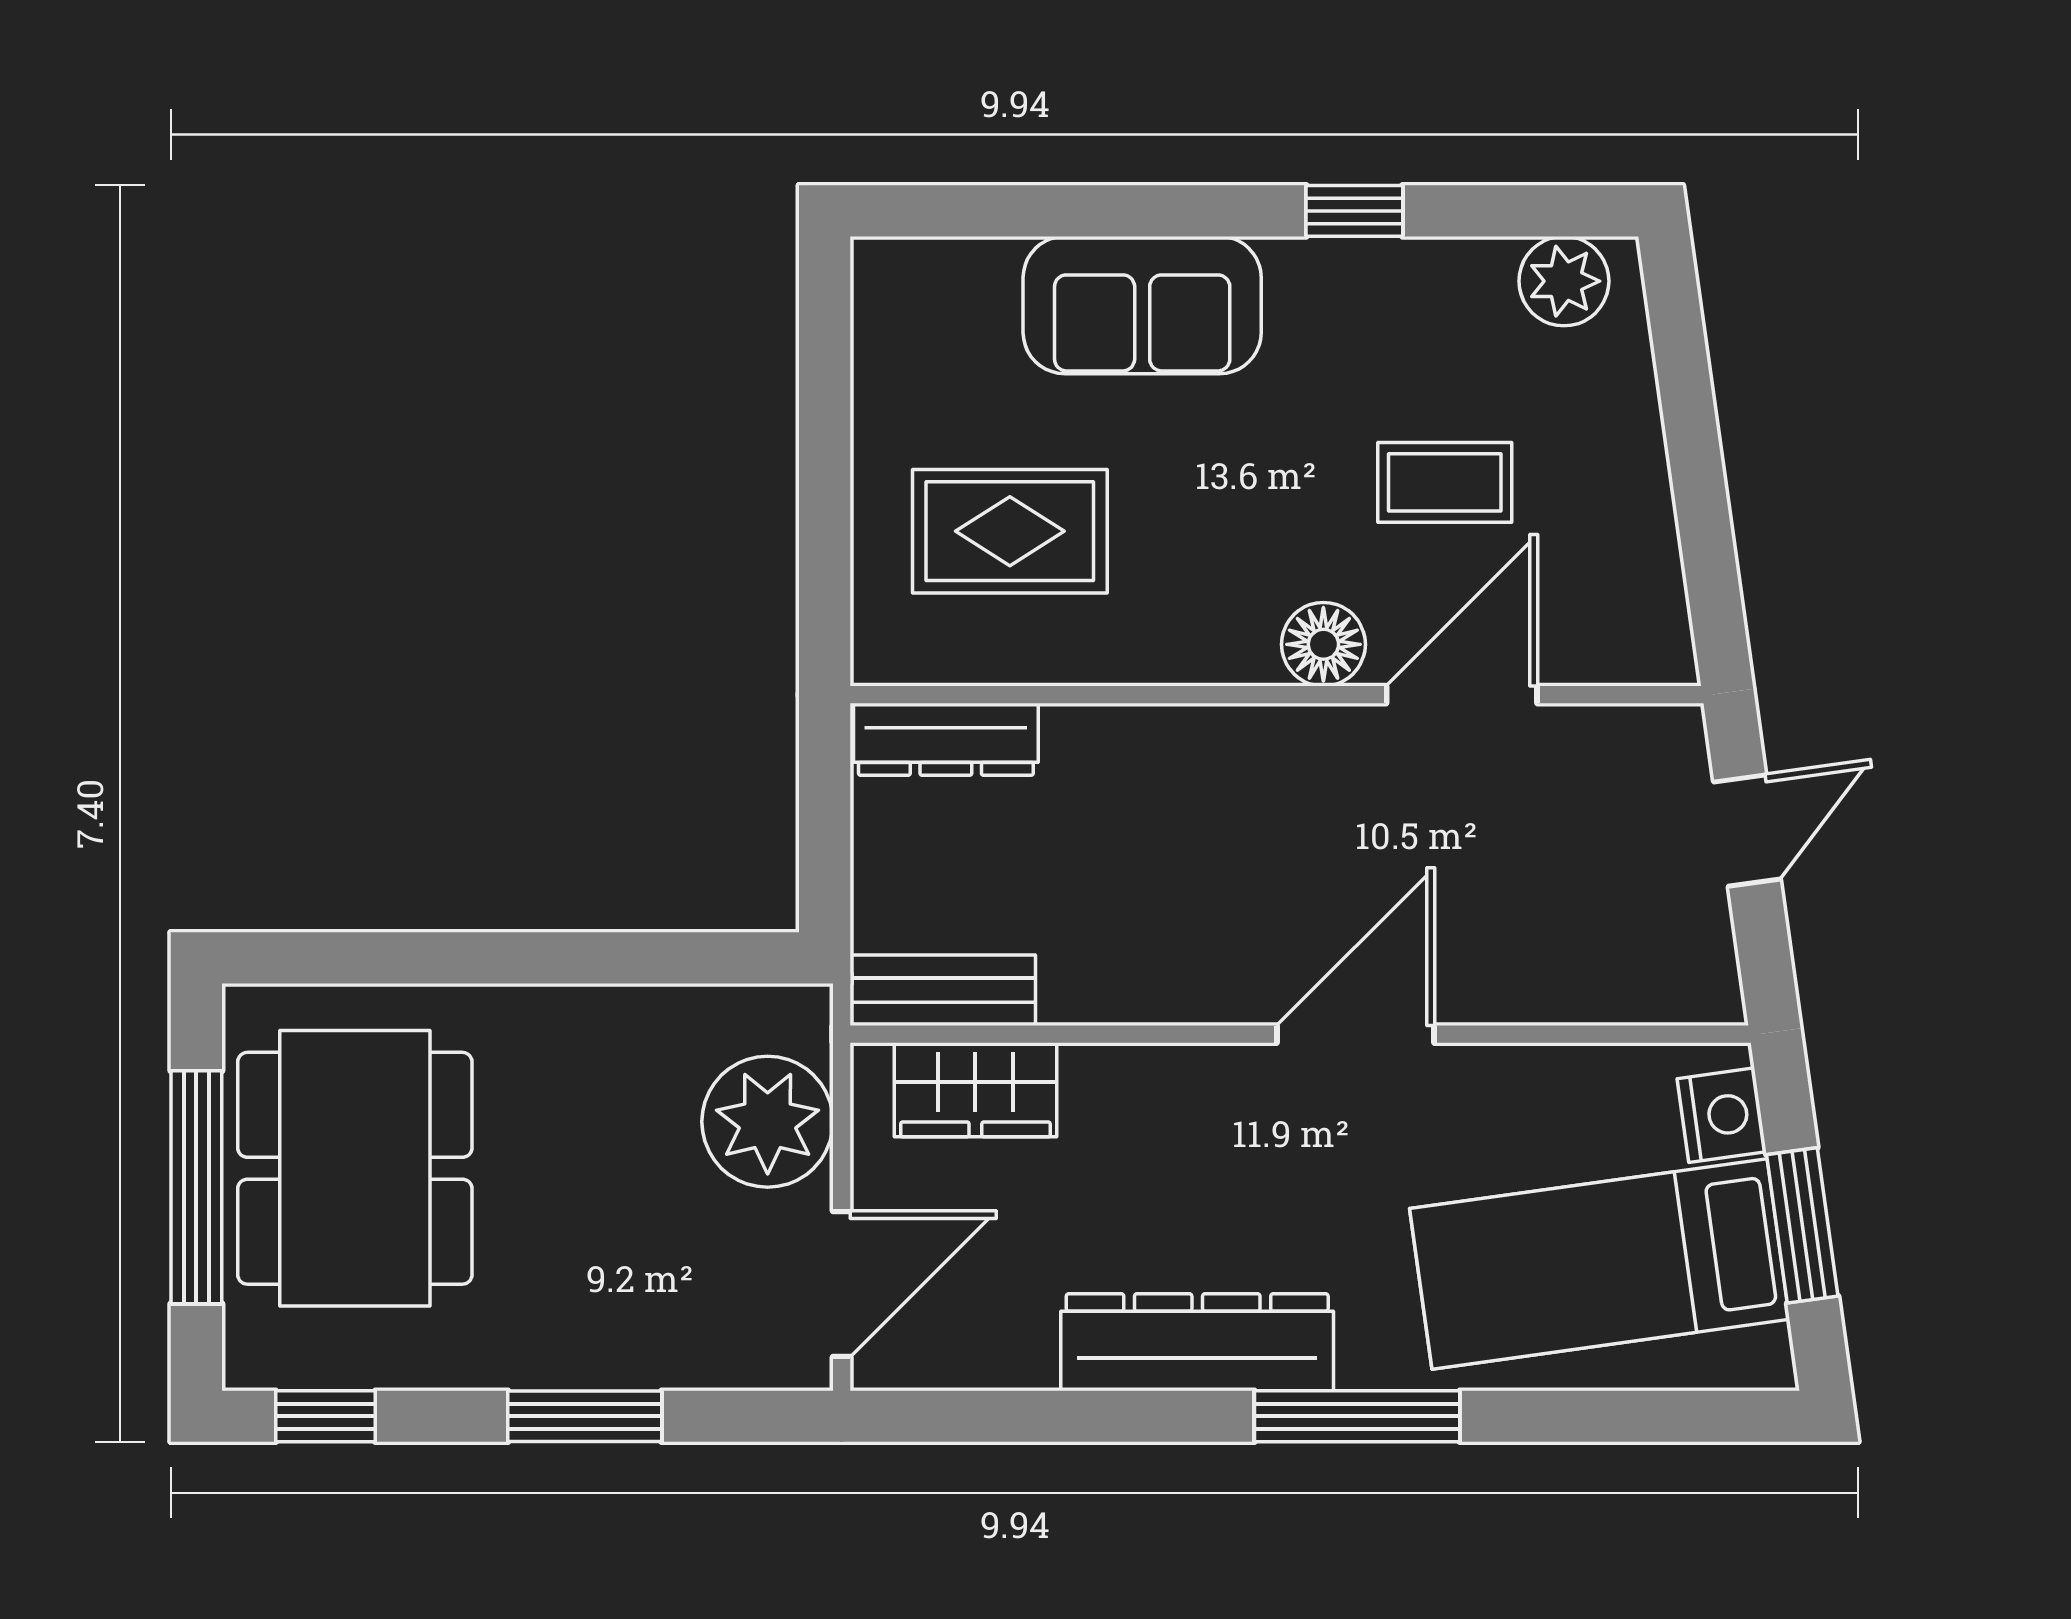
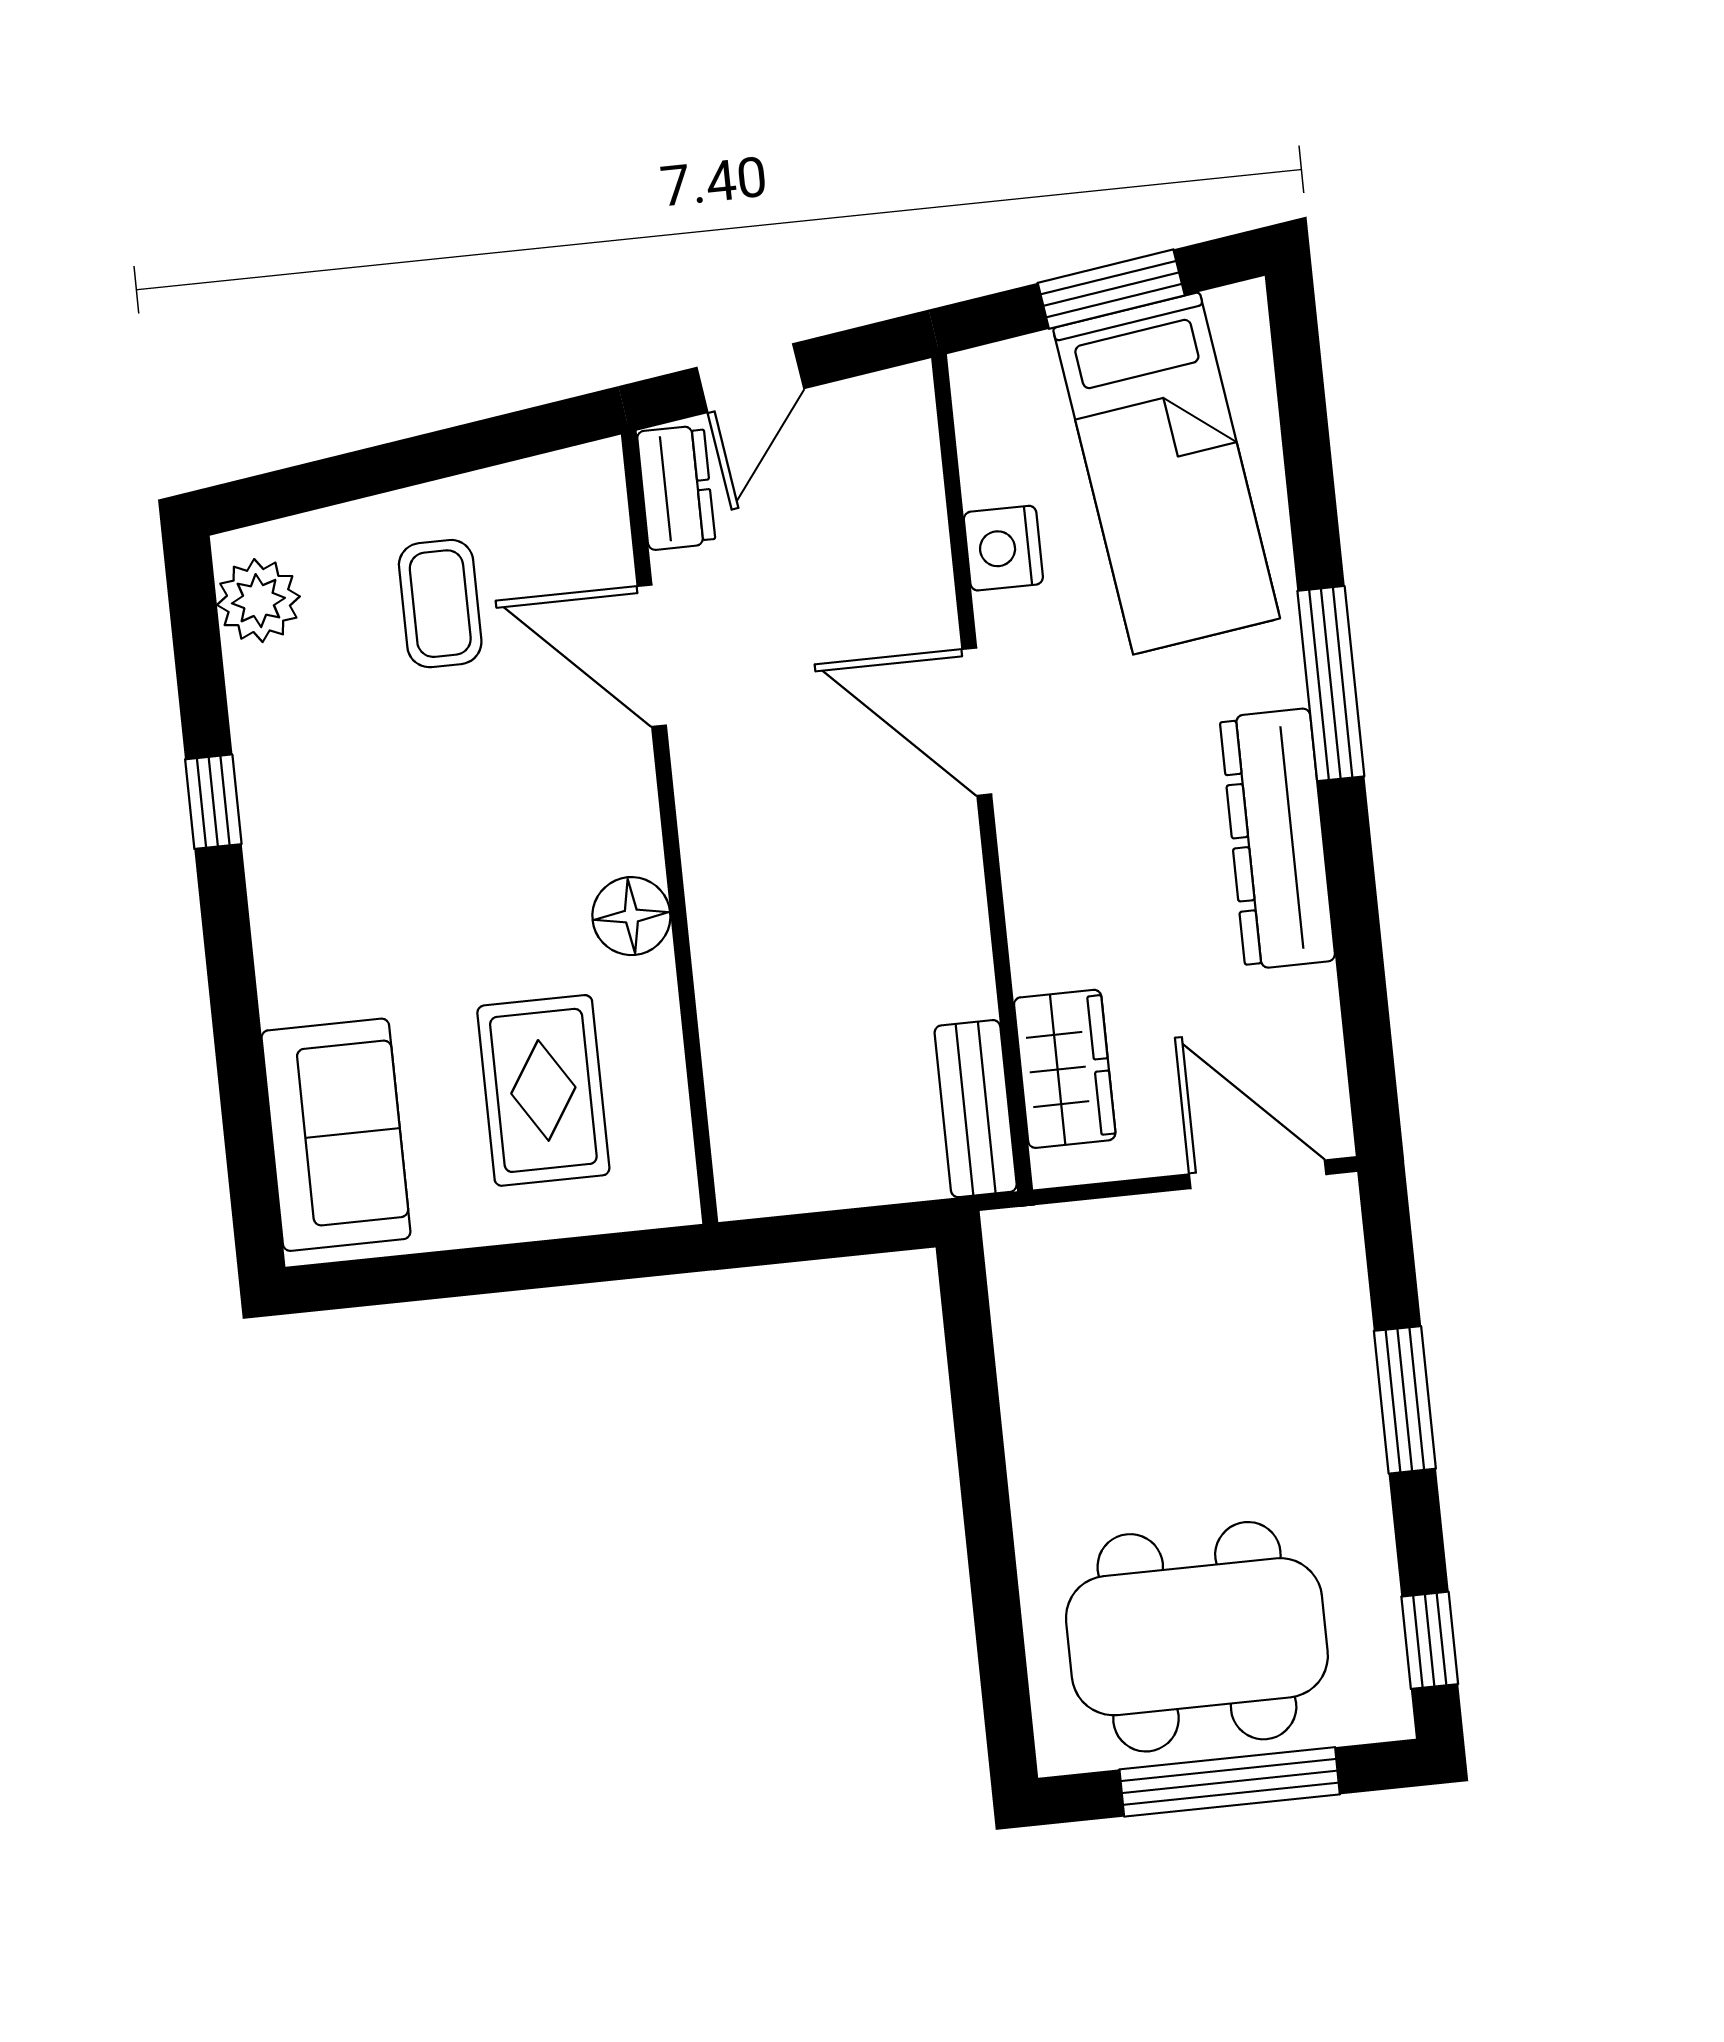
sofa: (1142, 305) -> (336, 1135), moved
coffee table: (1445, 482) -> (440, 604), moved
floor lamp: (1323, 644) -> (631, 916), moved
dresser: (946, 739) -> (676, 488), moved, width x0.70
door: (1747, 831) -> (750, 378), swing flipped
nightstand: (1722, 1115) -> (1003, 548), moved, turned -82
plant: (768, 1122) -> (1114, 1259), removed

